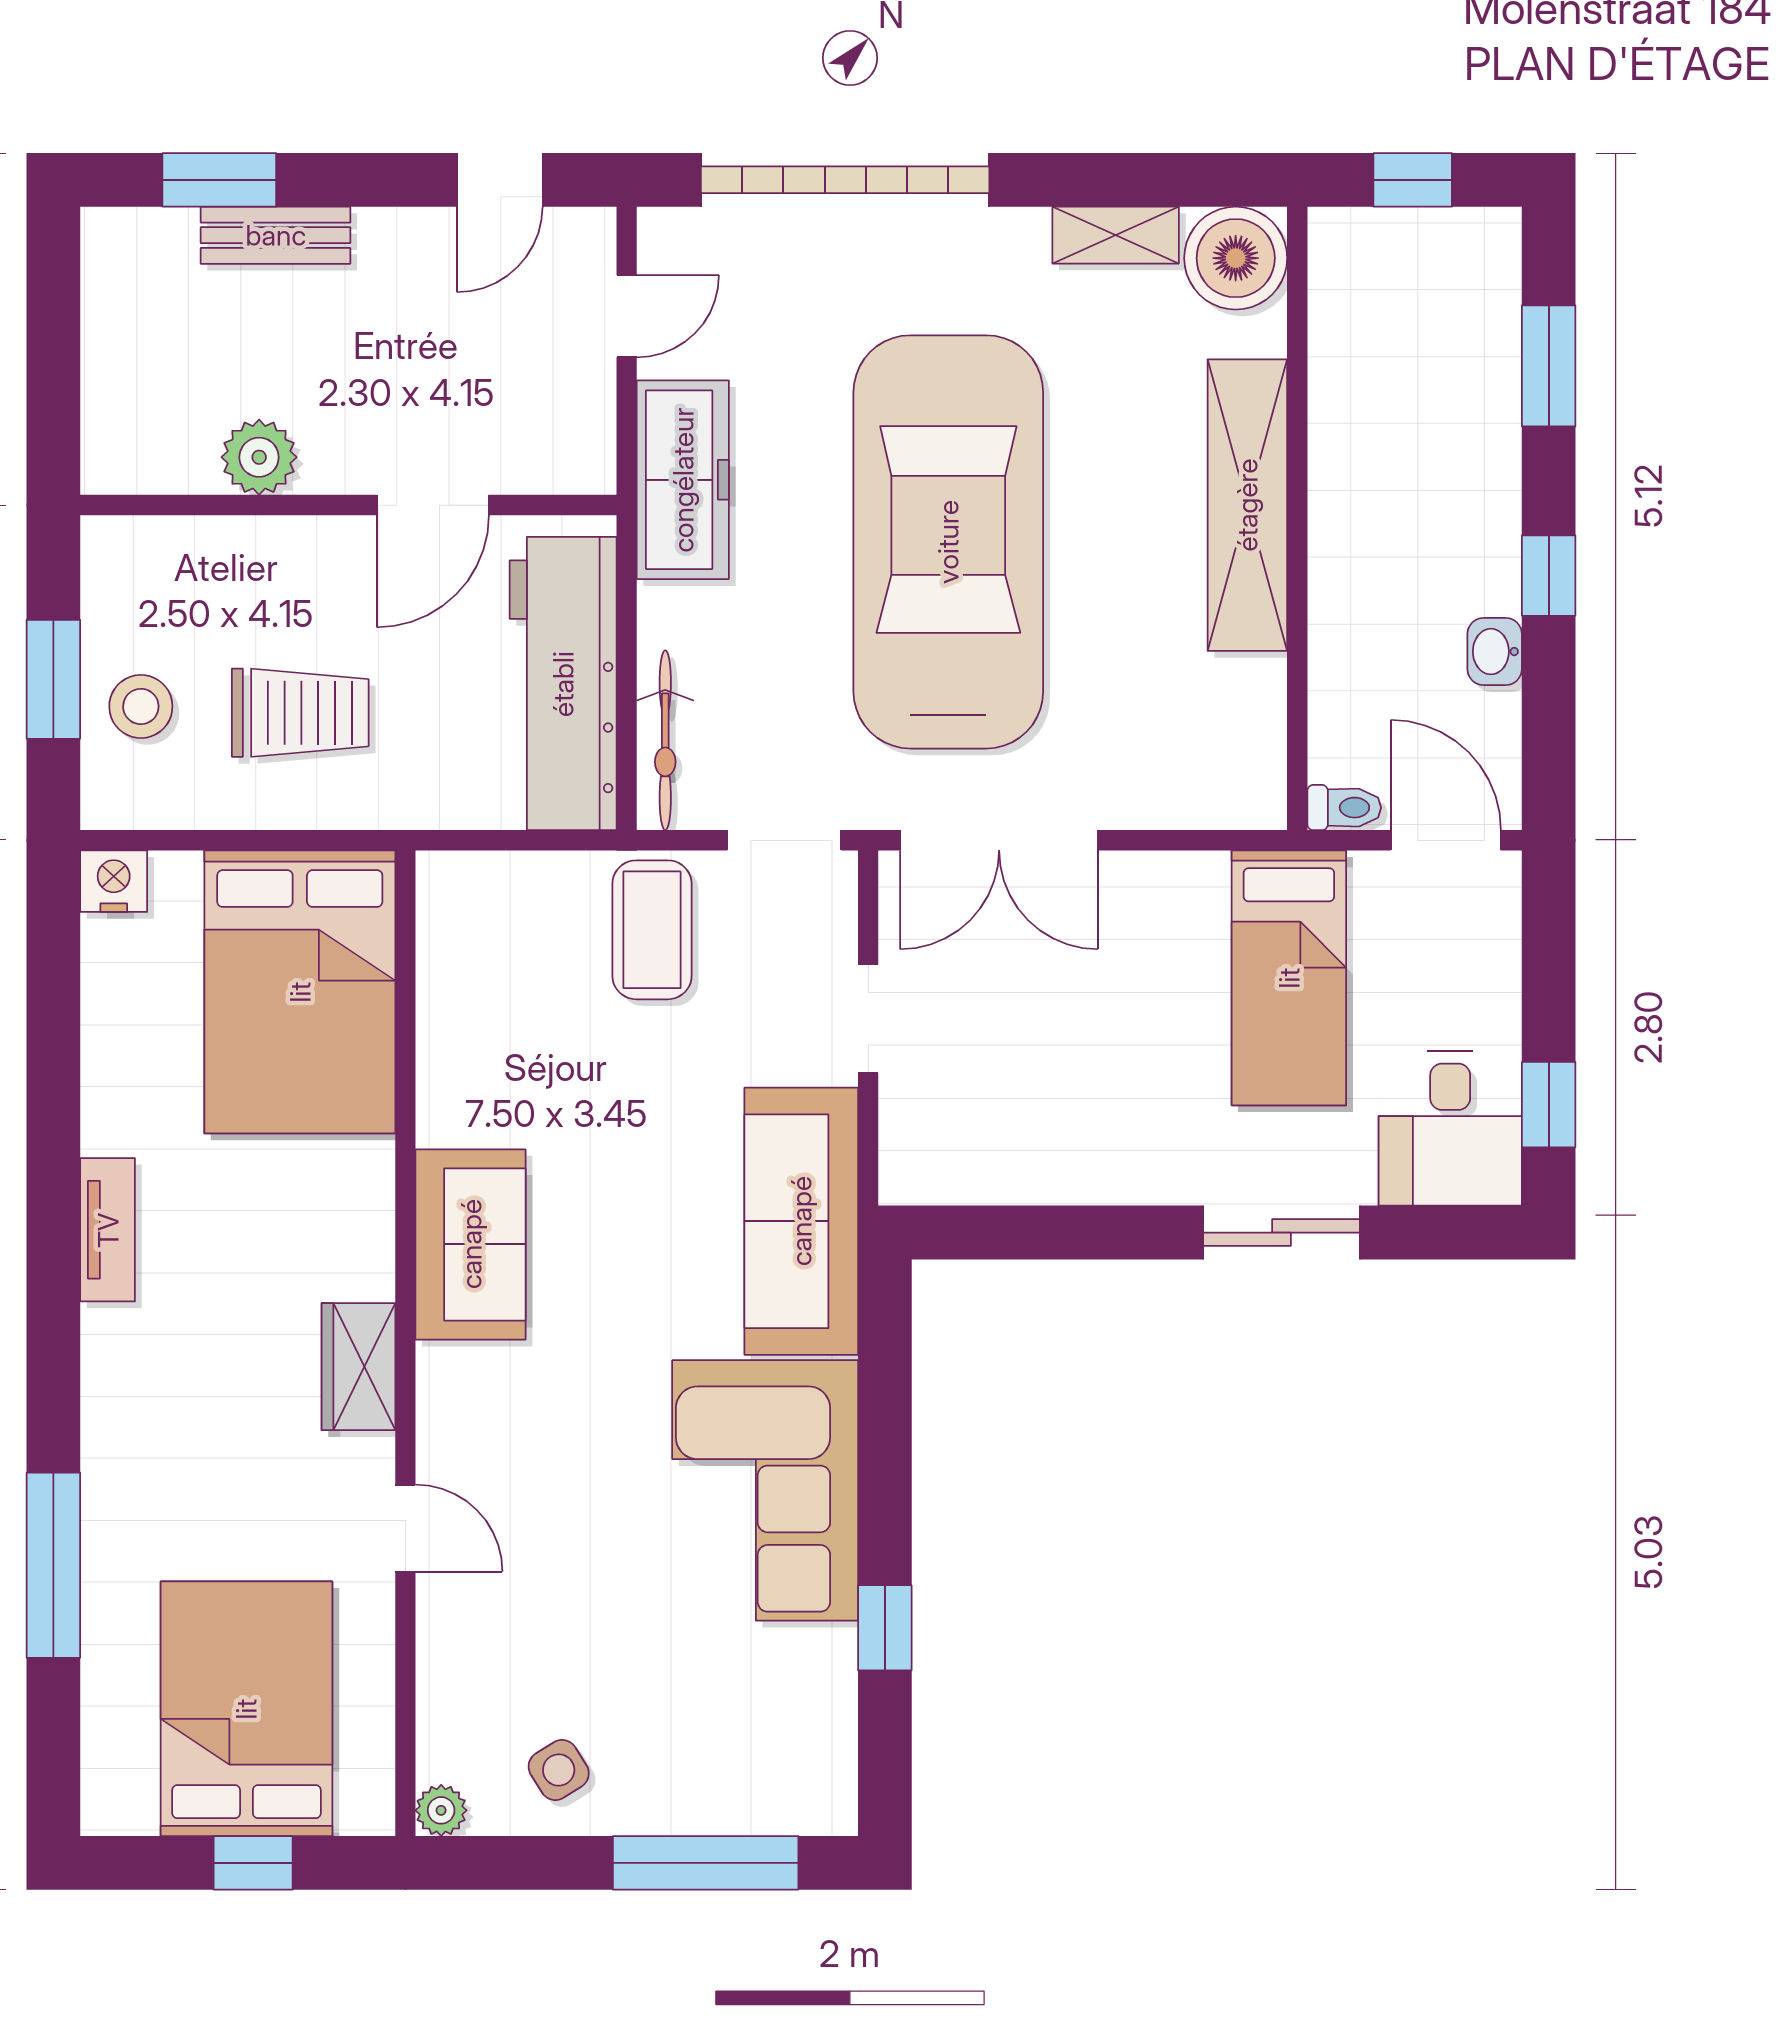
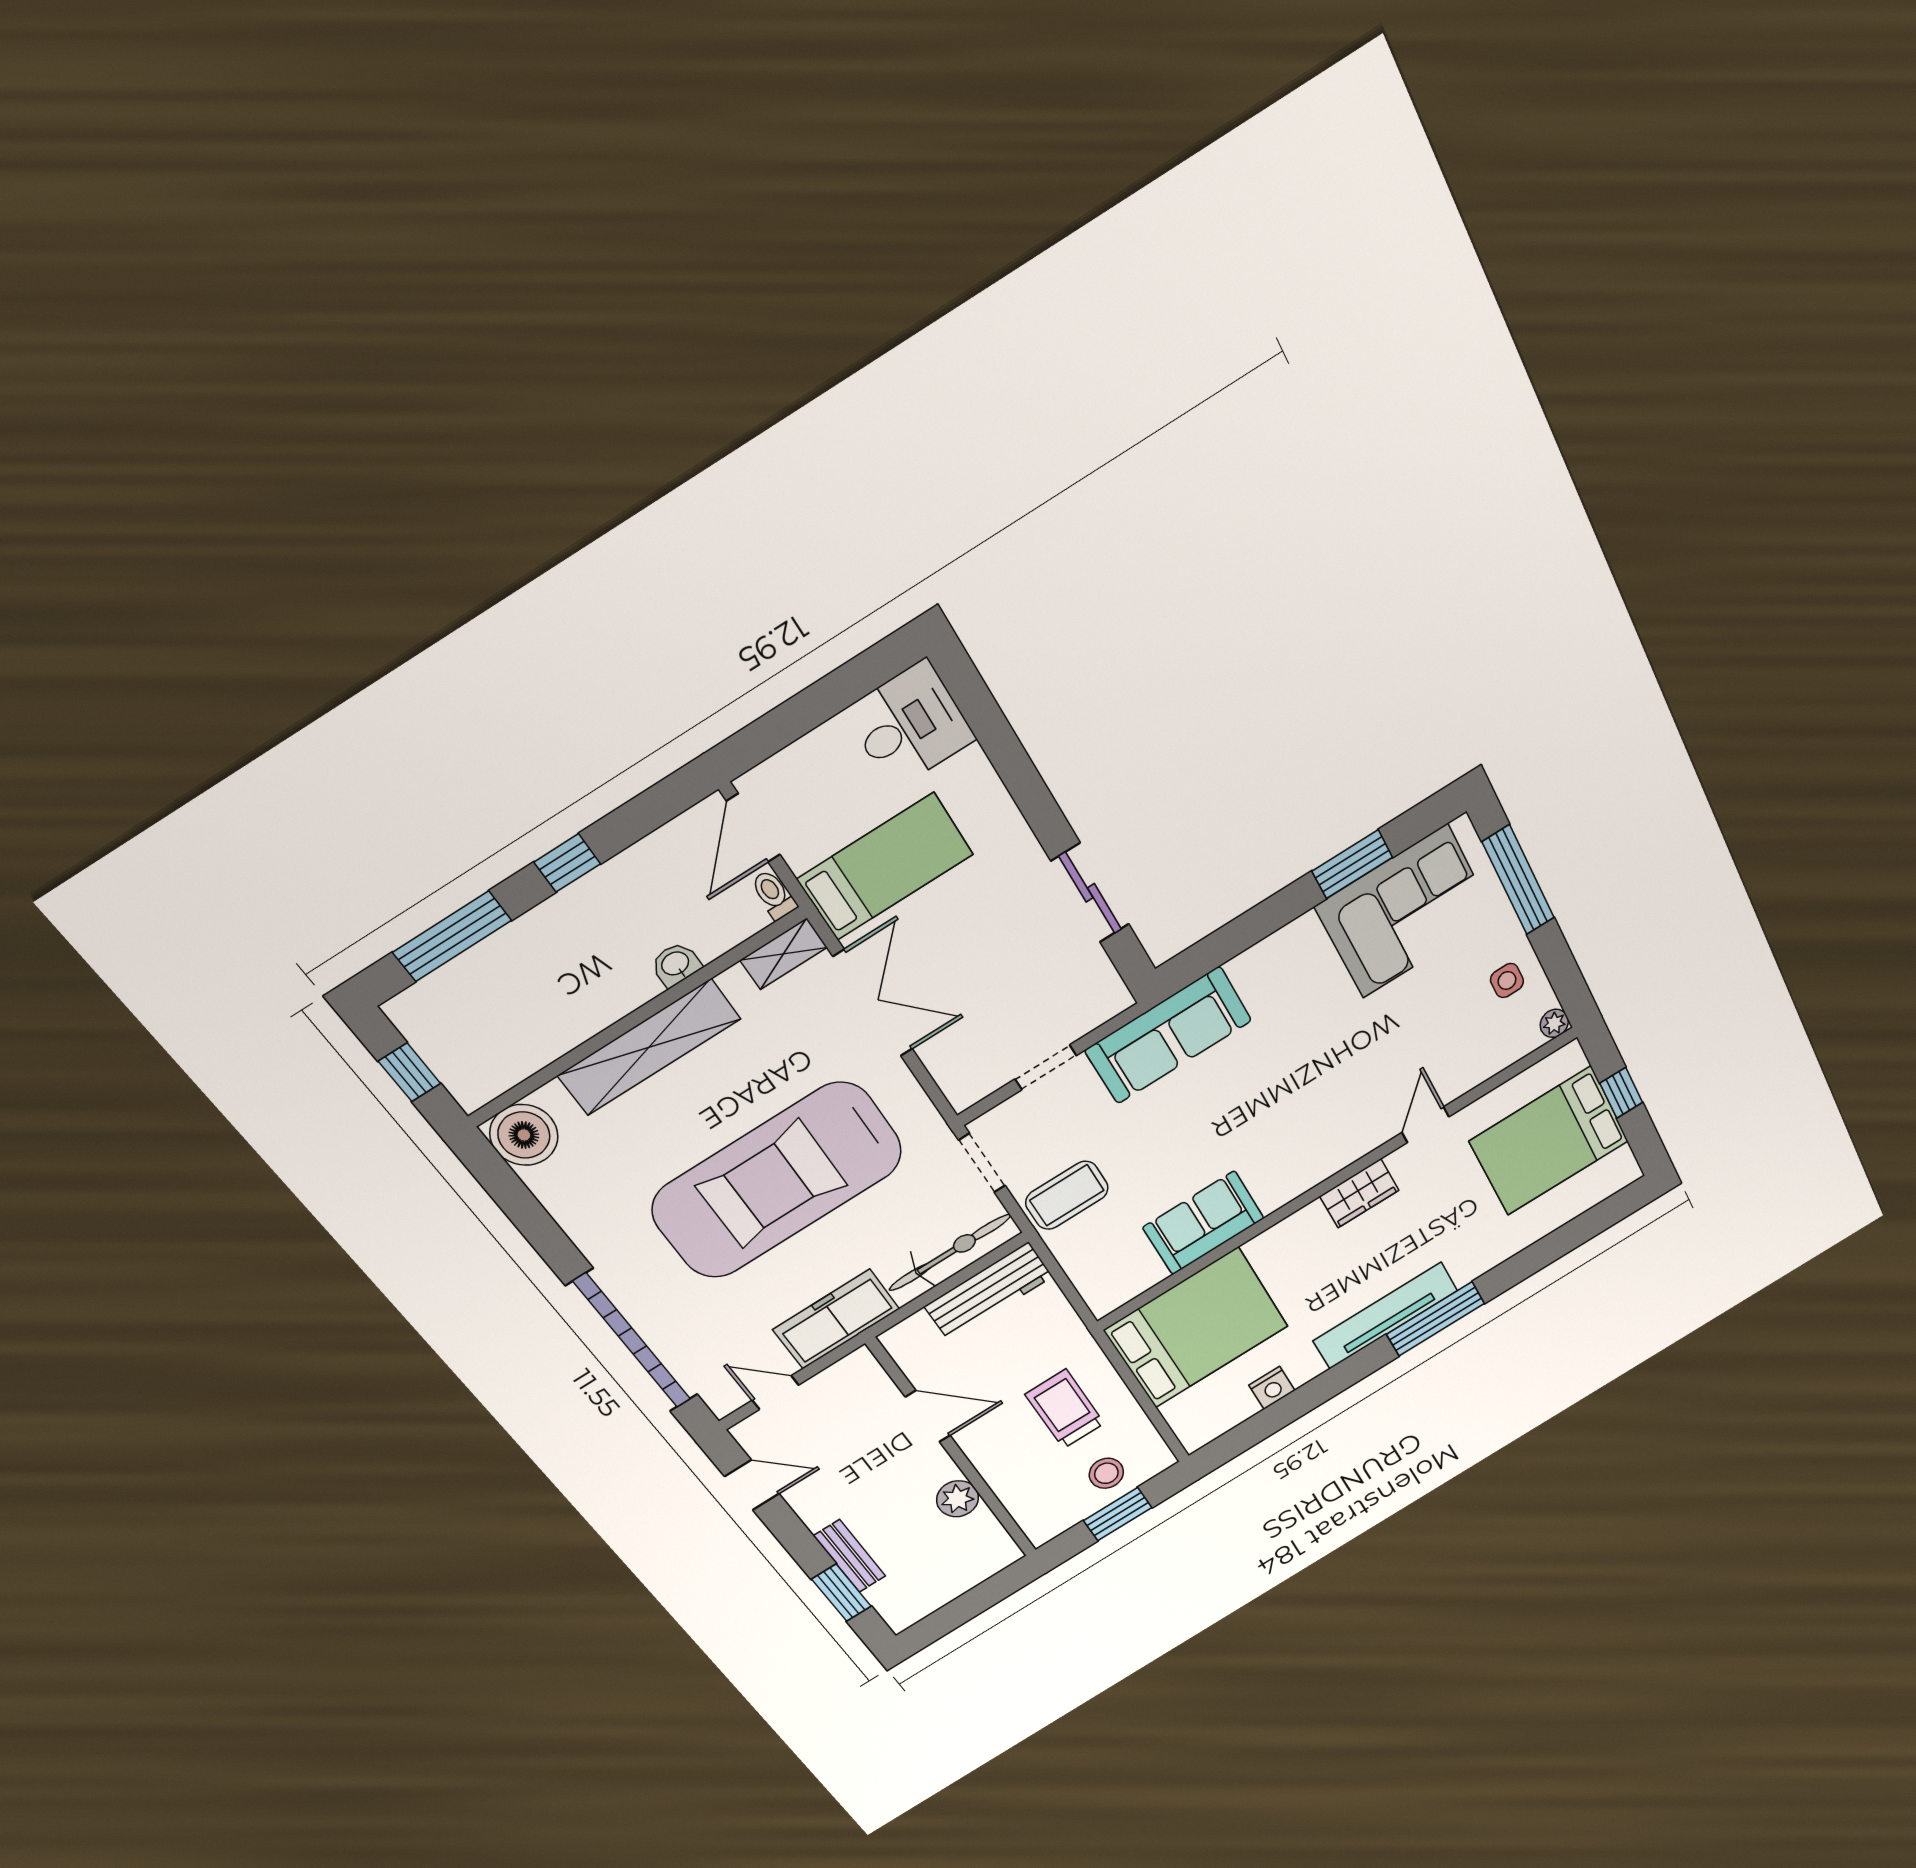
shelving: (1116, 235) -> (783, 954), moved, turned 90
window: (1549, 366) -> (452, 936), width x1.44
washbasin: (1495, 652) -> (676, 964), moved, turned 180
workbench: (563, 684) -> (988, 1292), width x0.73, depth x0.76
bicycle: (665, 740) -> (950, 1252), width x1.37, depth x1.40
double door: (999, 840) -> (873, 1003), moved
nightstand: (114, 881) -> (1272, 1388), moved, turned -90
window: (1549, 1105) -> (861, 676), removed
tv unit: (108, 1230) -> (1385, 1316), width x1.92, depth x1.29
sliding door: (1281, 1233) -> (1090, 893), moved
sofa: (471, 1244) -> (1203, 1223), moved
corner sofa: (765, 1490) -> (1405, 912), moved
window: (53, 1565) -> (1435, 1319), moved
window: (885, 1628) -> (1352, 864), width x1.50
side table: (559, 1770) -> (1507, 981), turned 32

